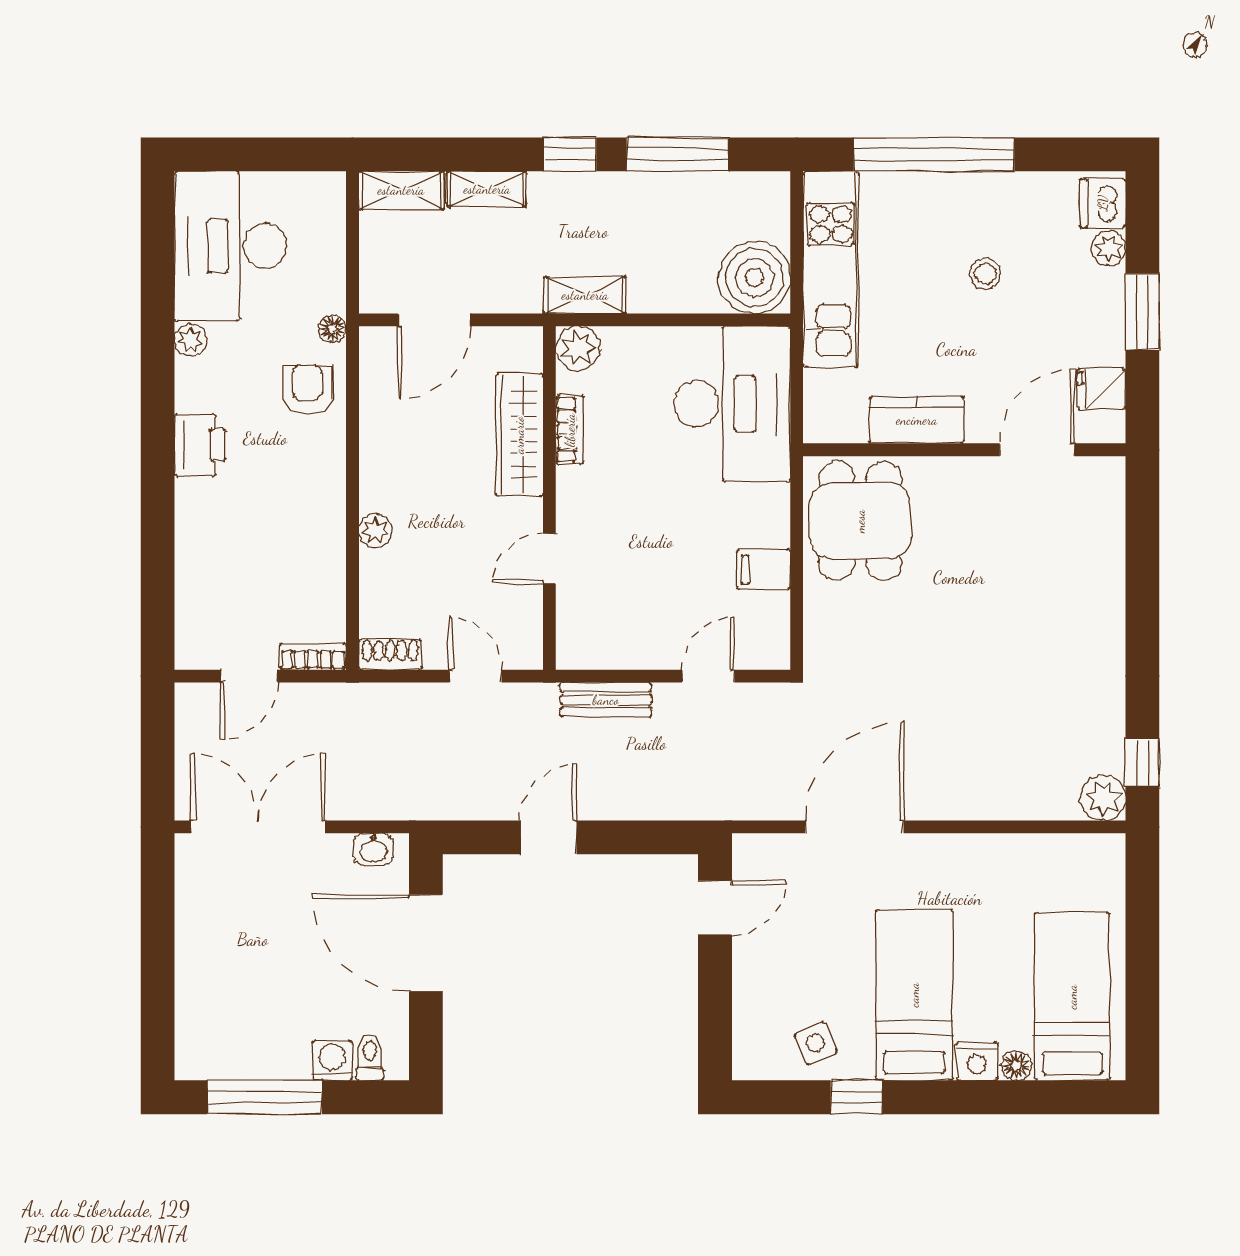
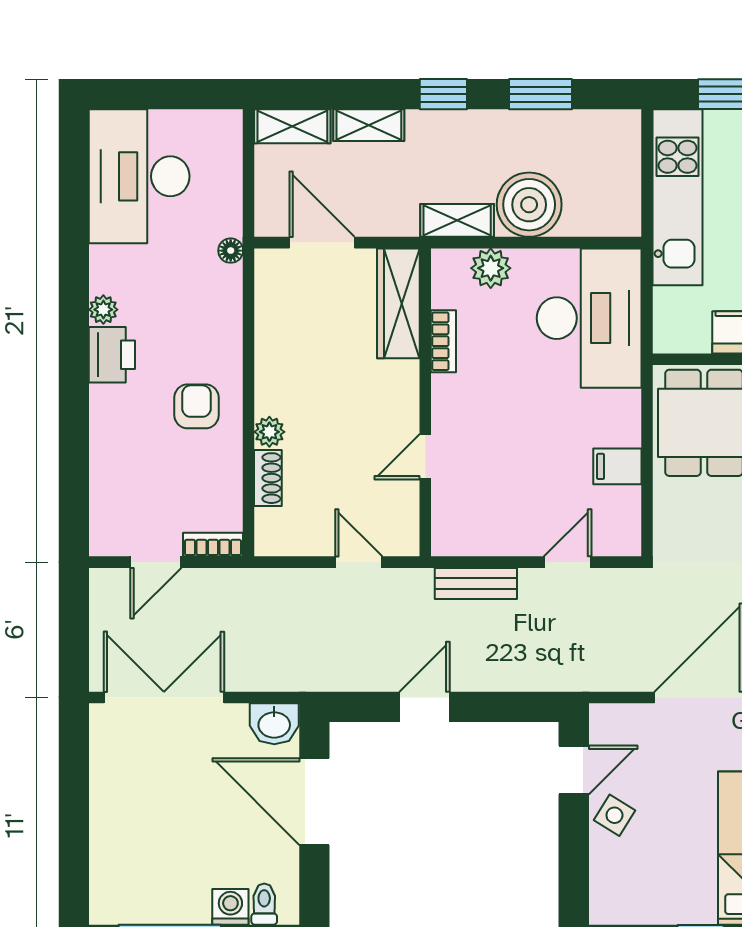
window: (678, 154) -> (541, 94), width x0.69
boiler: (754, 278) -> (529, 205), moved
door: (434, 320) -> (322, 243), swing flipped
plant: (190, 340) -> (103, 310), moved
plant: (578, 348) -> (491, 268), moved
armchair: (307, 390) -> (197, 406), moved
wardrobe: (519, 435) -> (398, 303), moved
shoe rack: (390, 655) -> (268, 478), moved, turned 90
washbasin: (373, 849) -> (274, 724), width x1.38, depth x1.45
side table: (816, 1043) -> (614, 815), moved, turned -33

